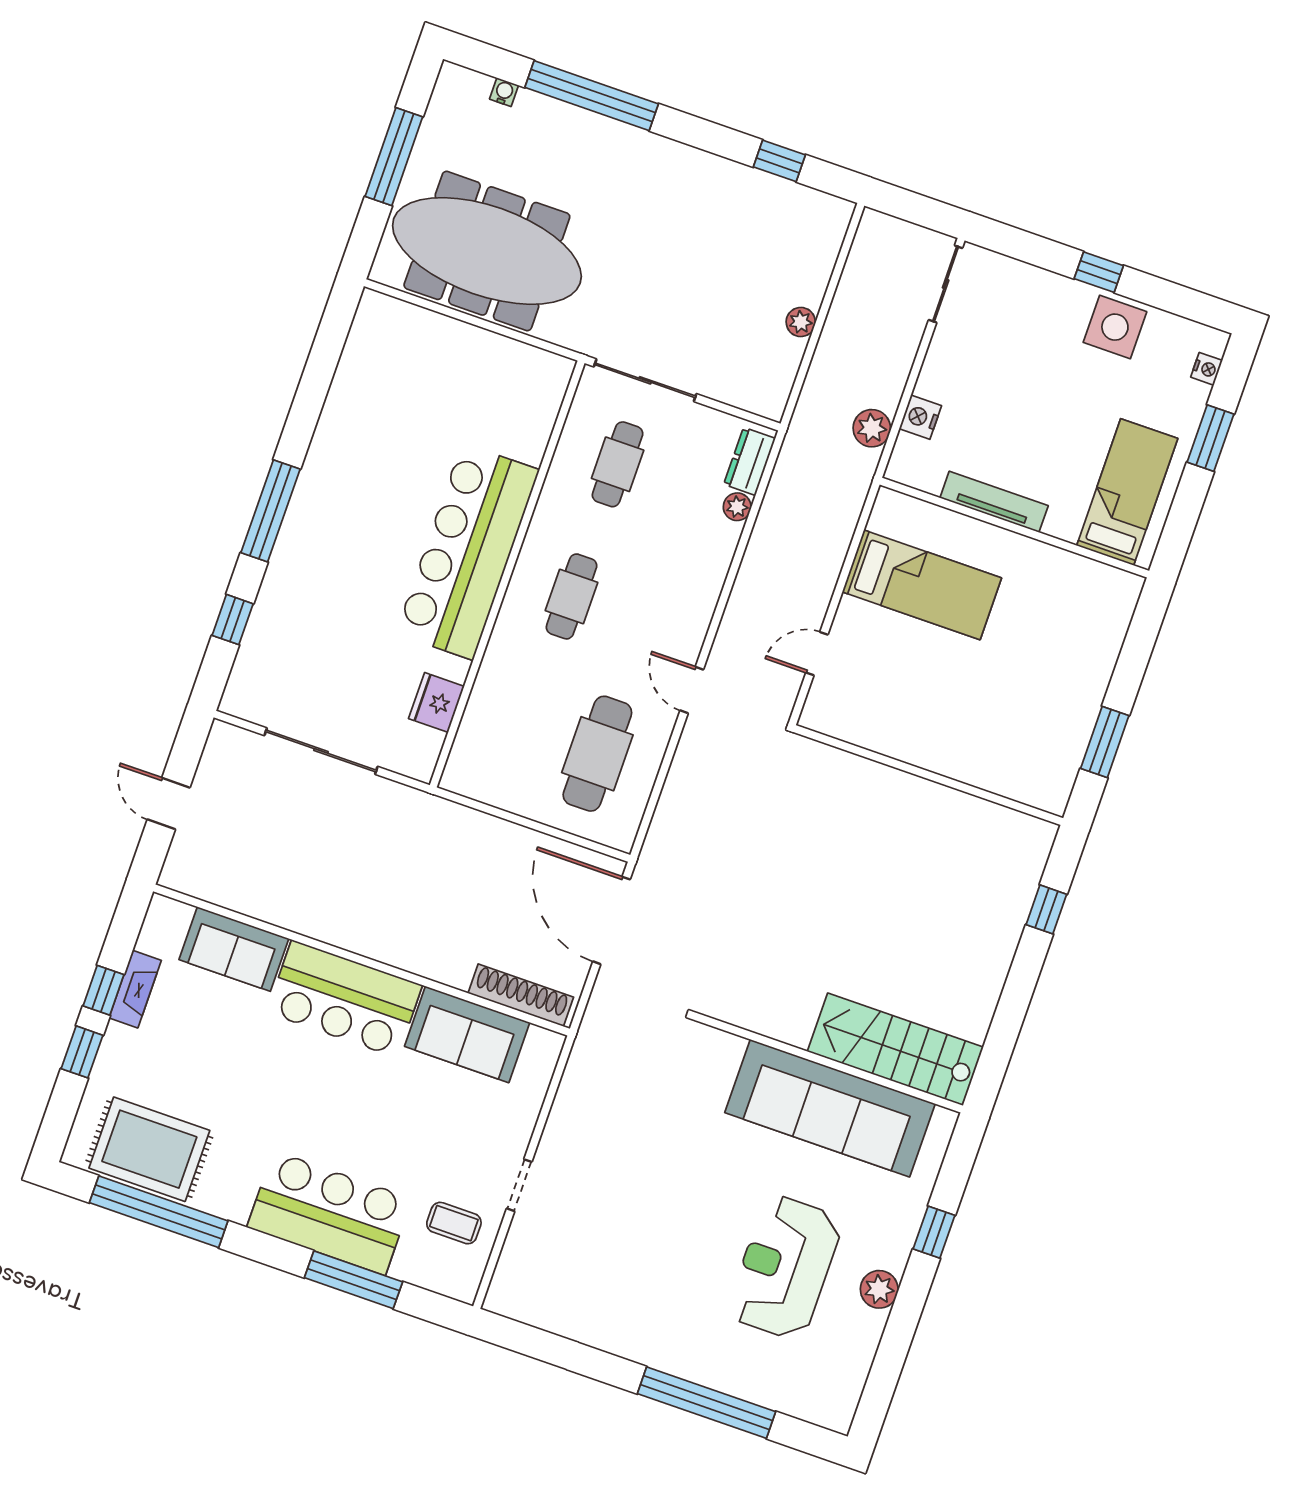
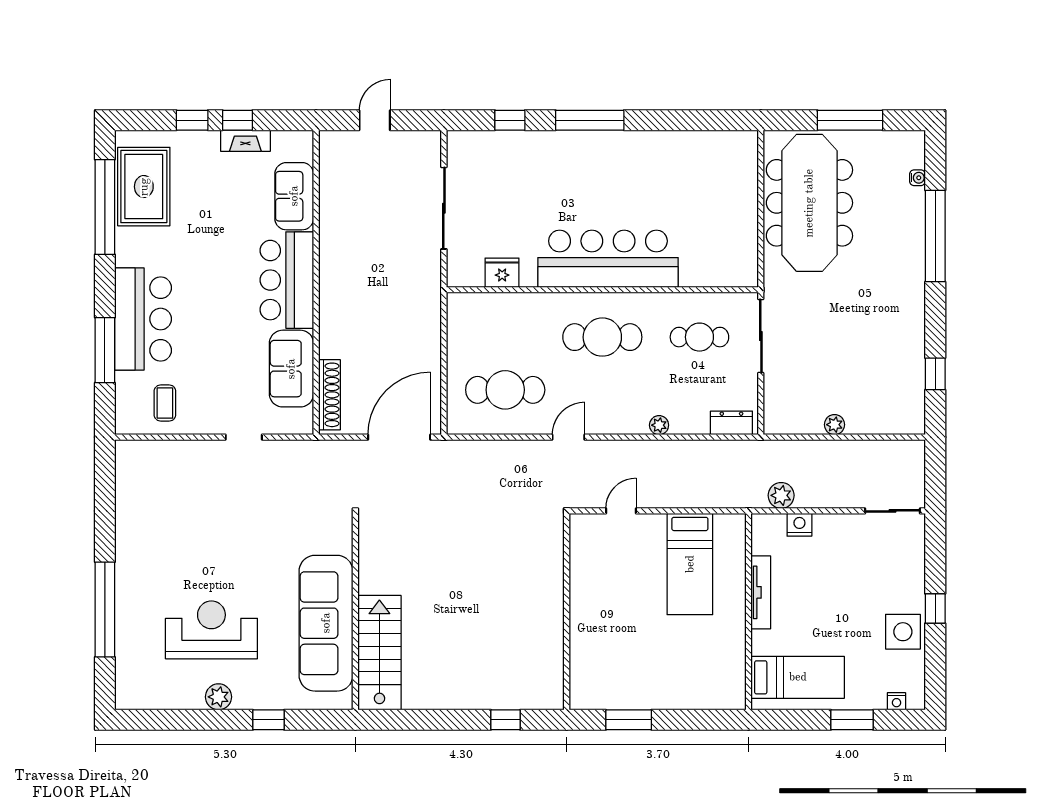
plant: (737, 507) -> (659, 425), moved
cafe table: (572, 596) -> (602, 337), width x1.37, depth x1.35
door: (817, 654) -> (621, 511), hinge flipped
doorway: (519, 1185) -> (244, 437), moved

